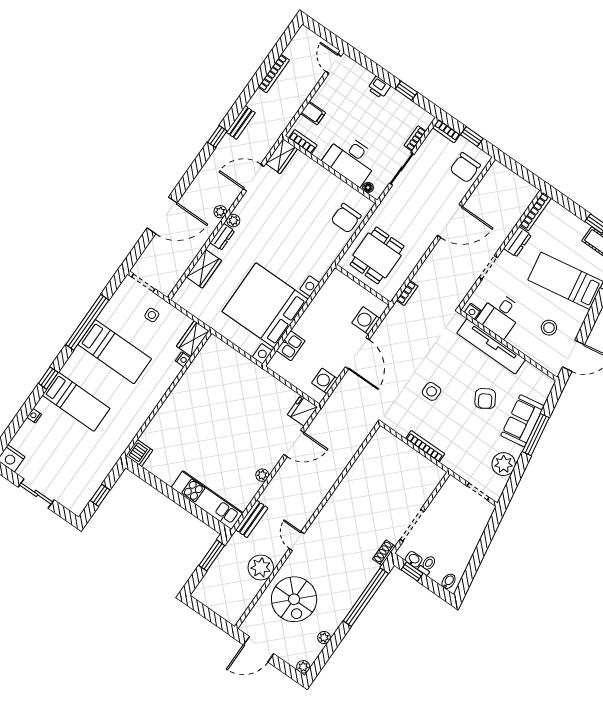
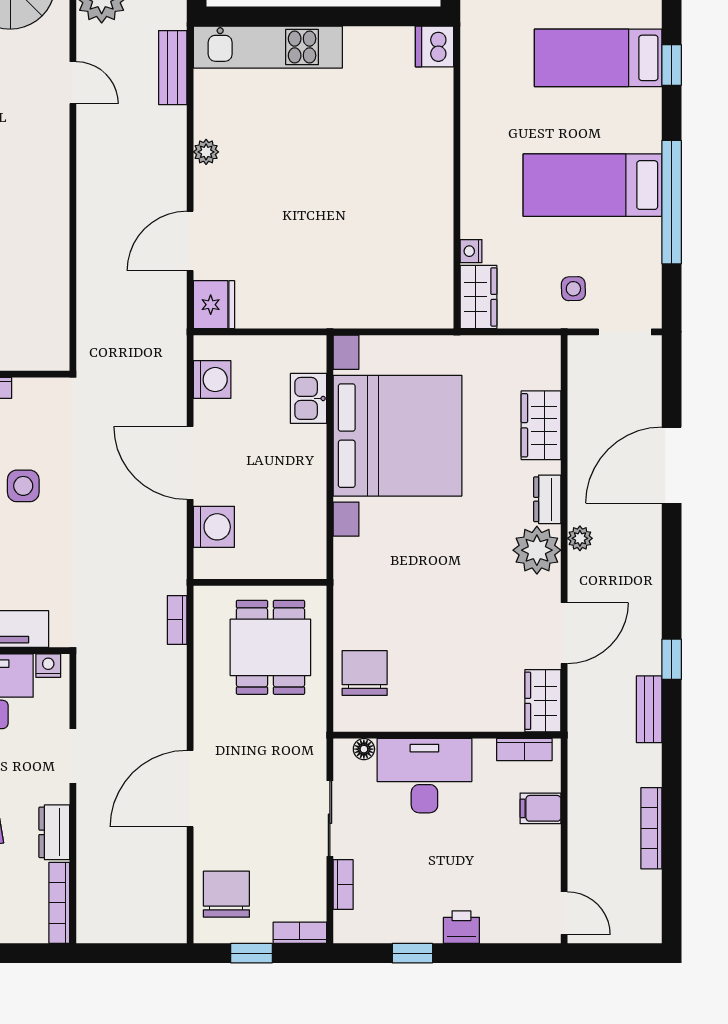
plant: (233, 220) -> (537, 550), width x1.88, depth x1.88

